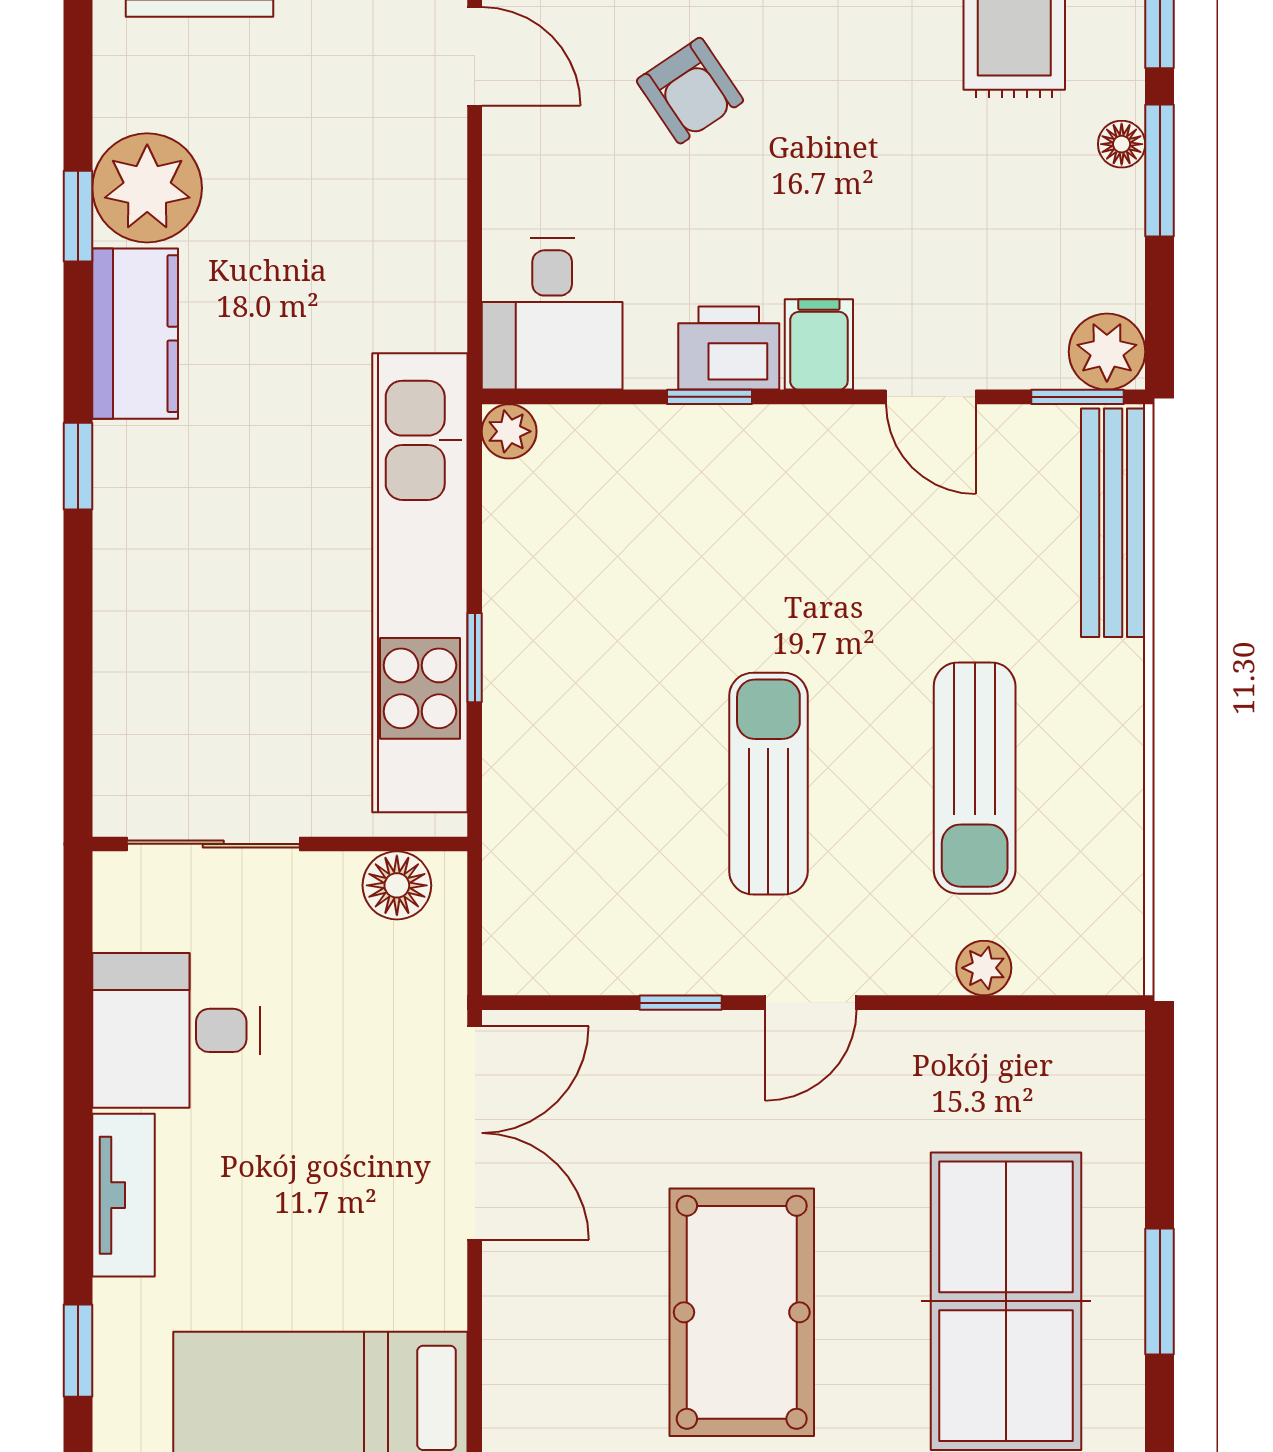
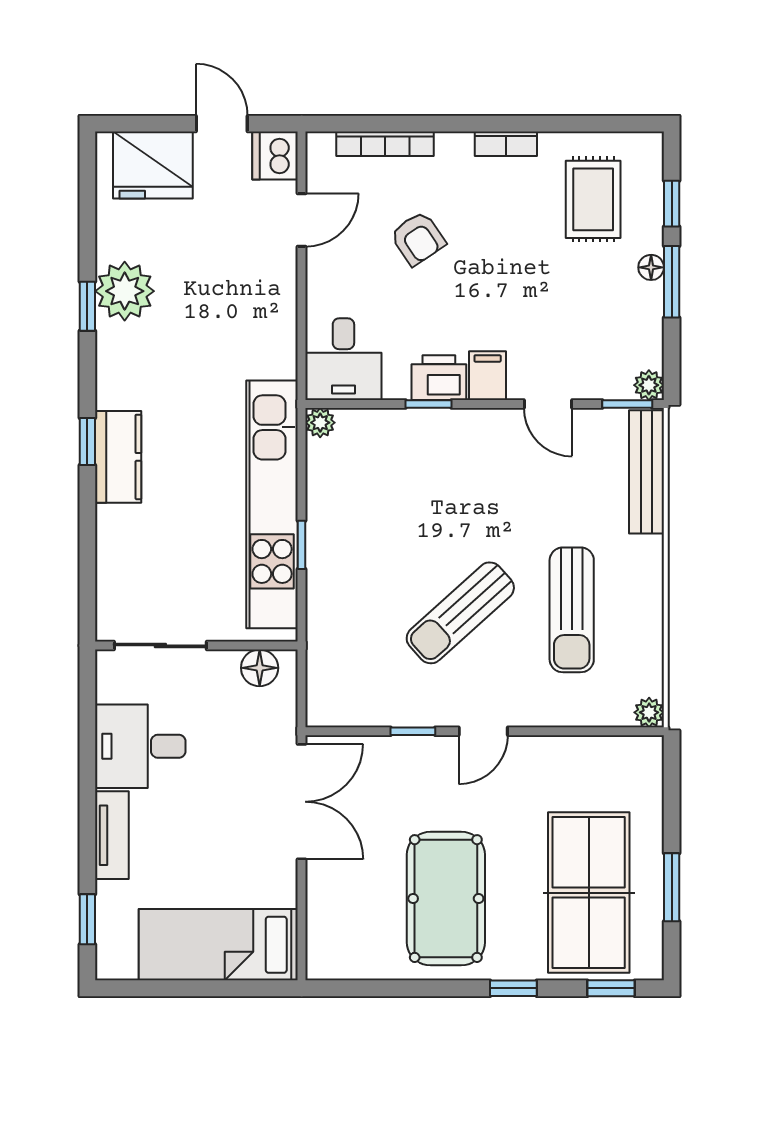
door: (475, 56) -> (302, 220), hinge flipped
kitchen counter: (135, 334) -> (118, 457), moved
plant: (1107, 352) -> (649, 385), width x0.73, depth x0.73
sun lounger: (768, 784) -> (460, 613), turned -132
plant: (984, 968) -> (649, 712), moved

